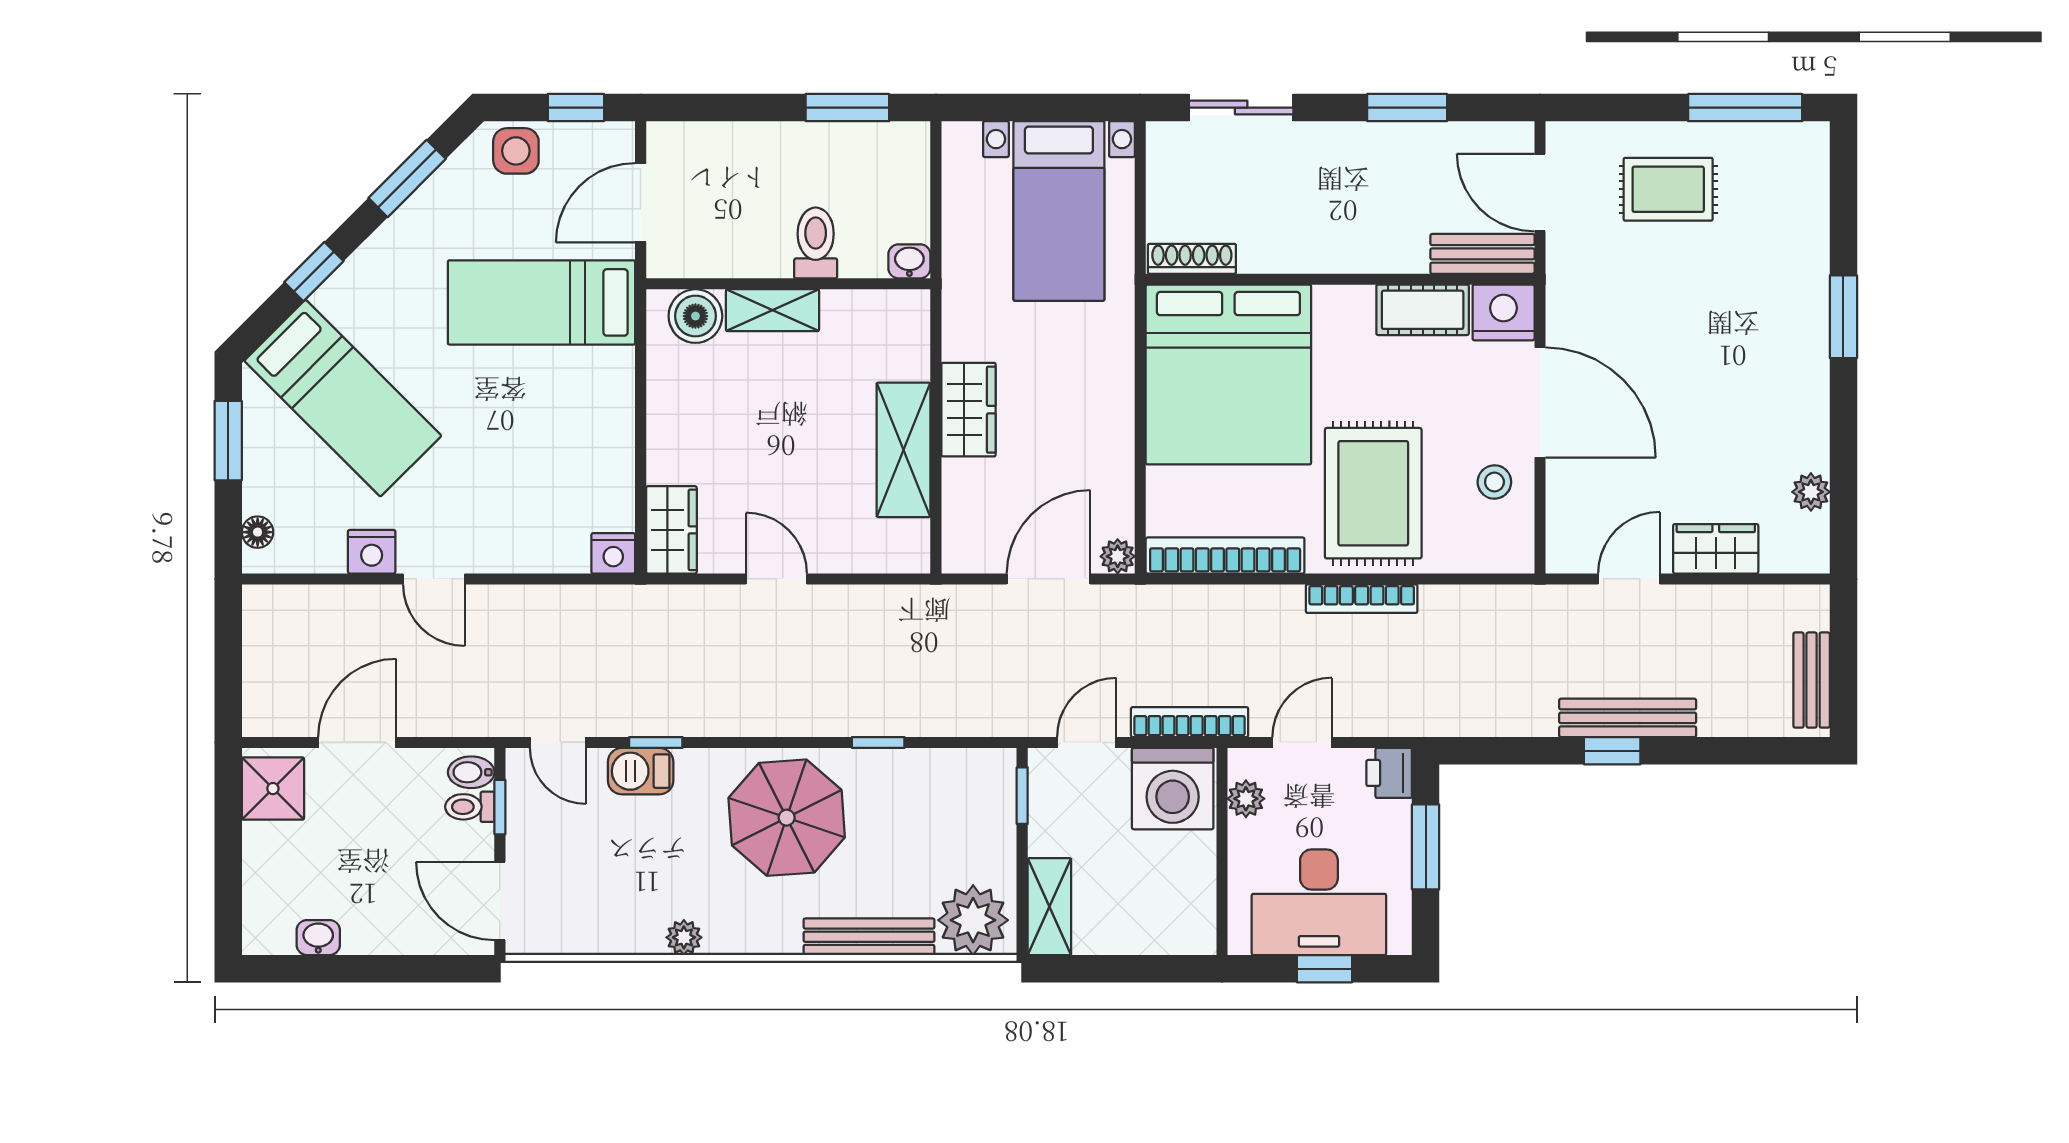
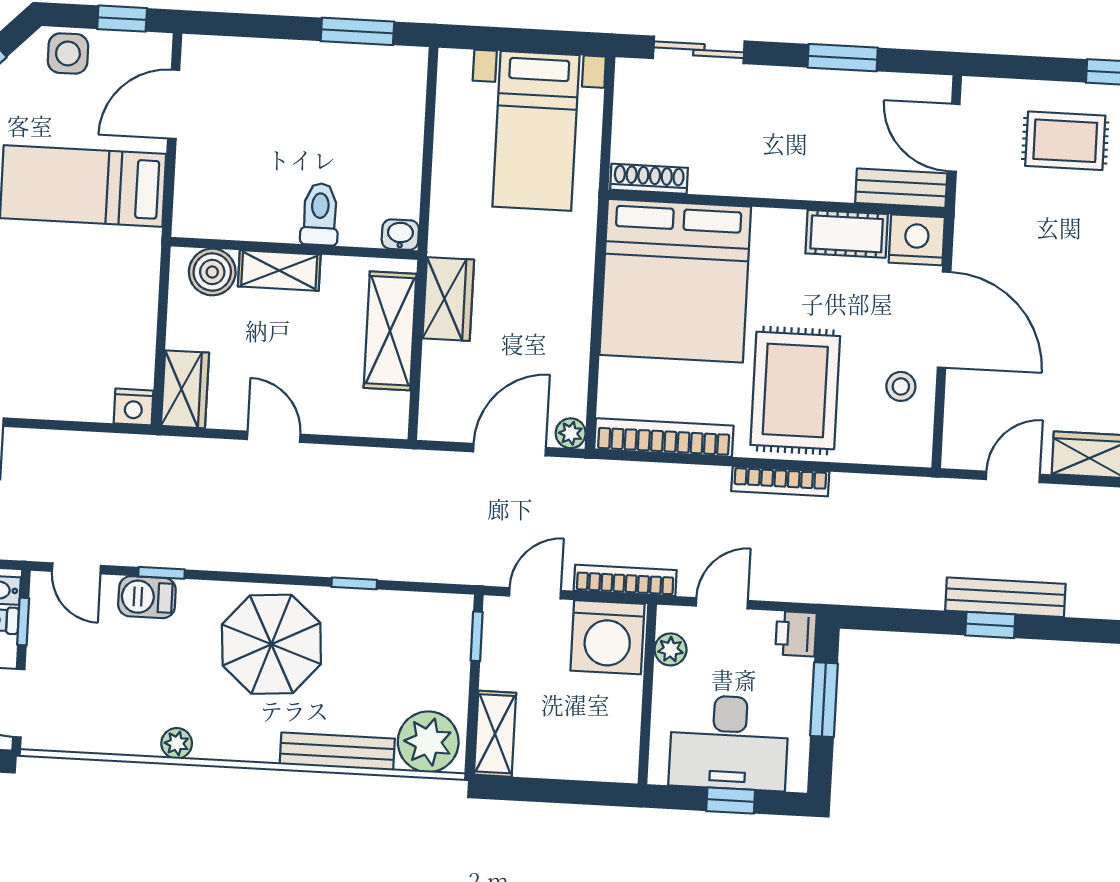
toilet: (816, 243) -> (320, 214), moved
washbasin: (909, 261) -> (400, 235), moved
wall: (788, 284) -> (294, 248), moved
shelving: (773, 310) -> (279, 271), moved
boiler: (695, 316) -> (212, 272), moved

